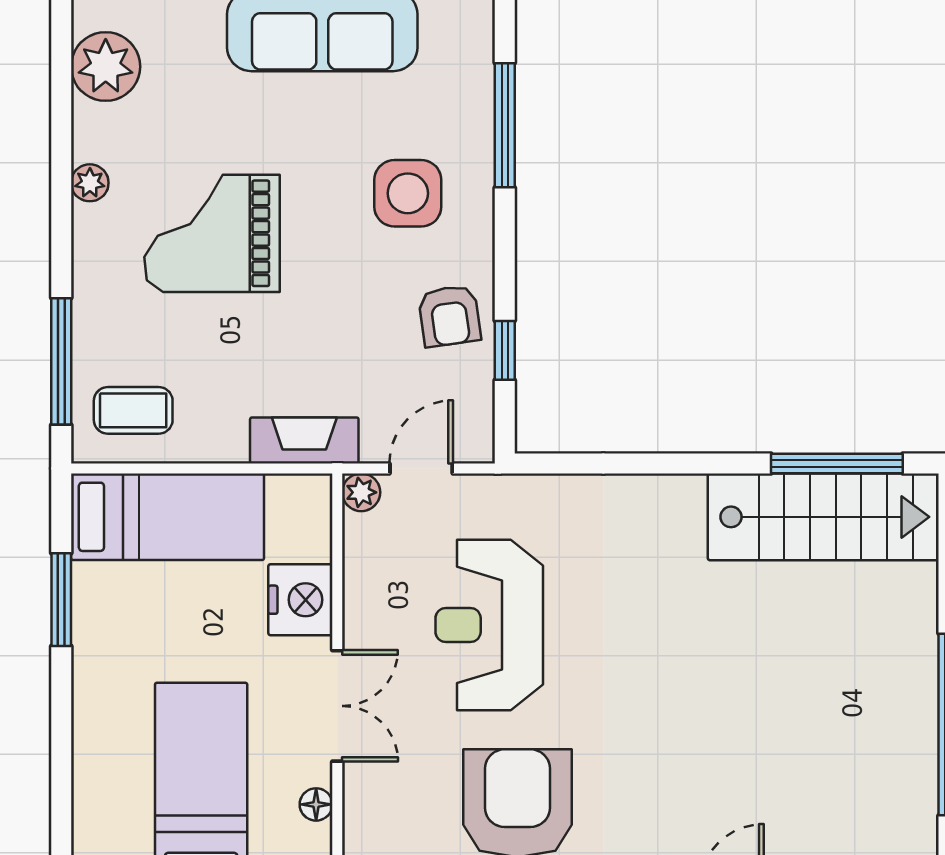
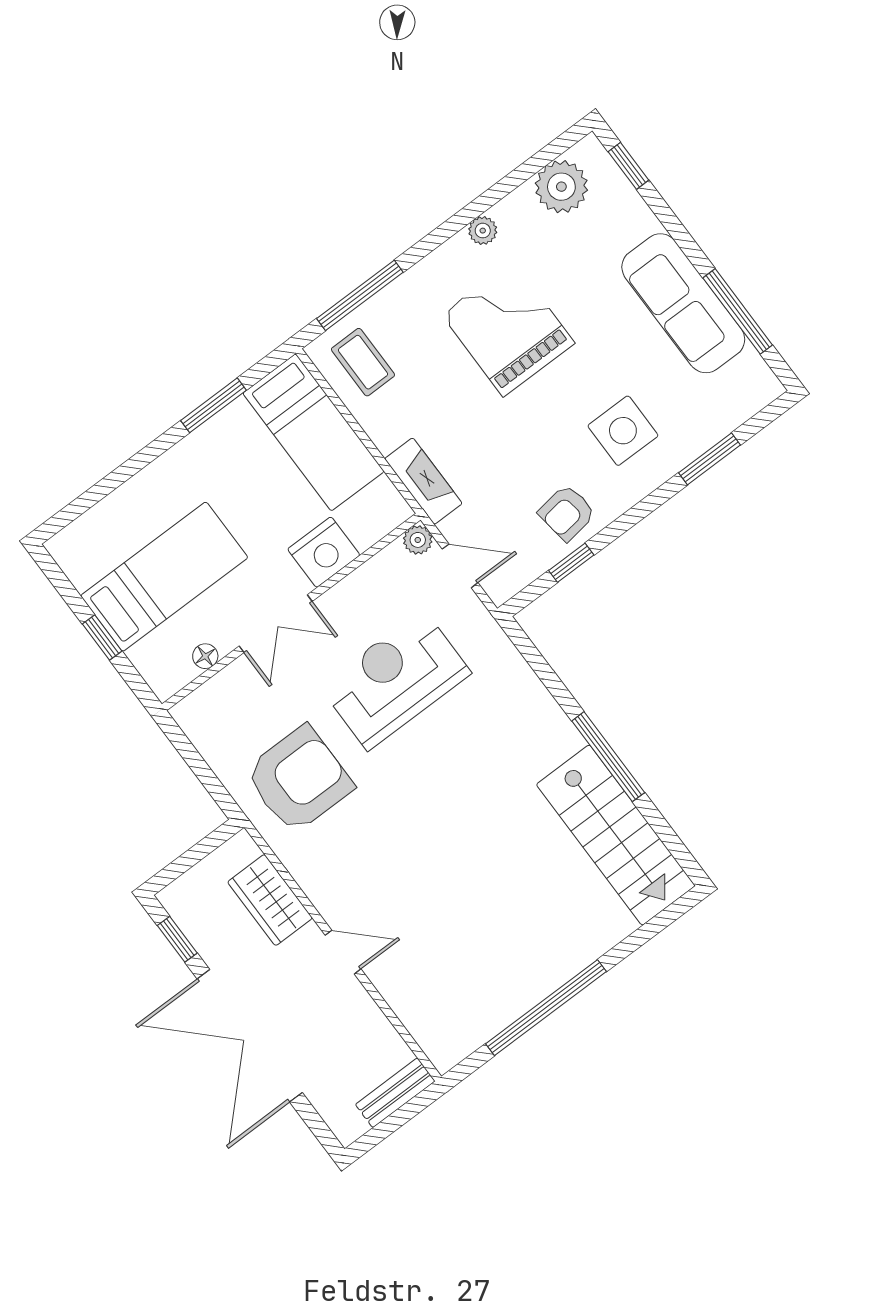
window: (505, 125) -> (710, 459), width x0.69
window: (837, 464) -> (608, 757), moved

